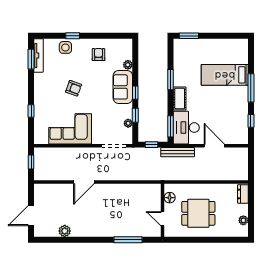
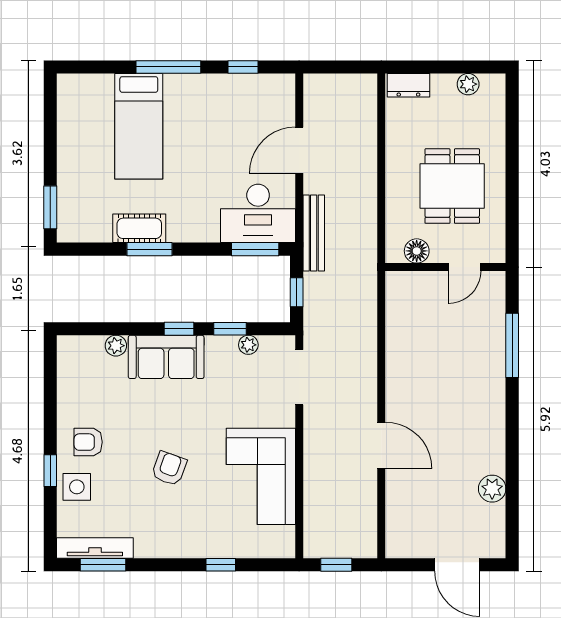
armchair: (98, 55) -> (88, 442), moved
cot: (180, 98) -> (139, 228), moved

